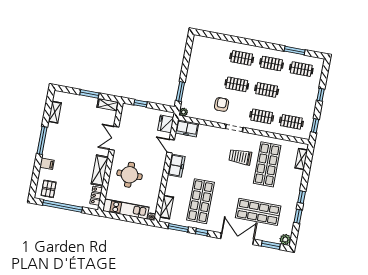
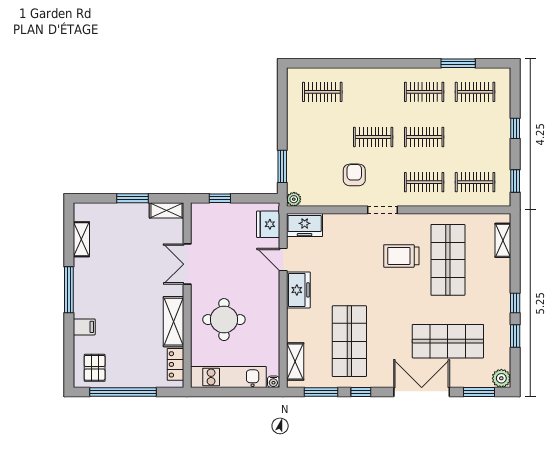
clothes rail: (242, 58) -> (322, 92), moved

